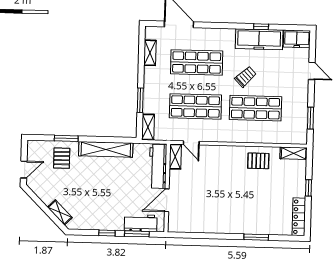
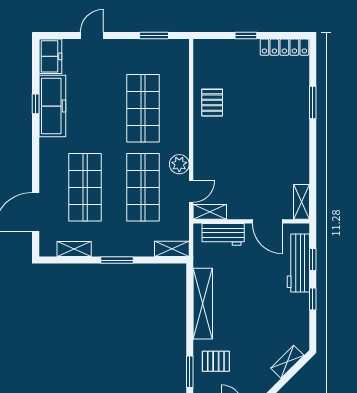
trolley: (246, 77) -> (102, 122), removed
window: (140, 100) -> (117, 260), moved
plant: (212, 134) -> (179, 164), added
window: (66, 138) -> (190, 372), moved
shelving: (294, 153) -> (301, 202), moved
workbench: (158, 166) -> (223, 234), width x0.73
workbench: (141, 223) -> (298, 263), width x1.38
window: (137, 234) -> (313, 260), width x0.67

